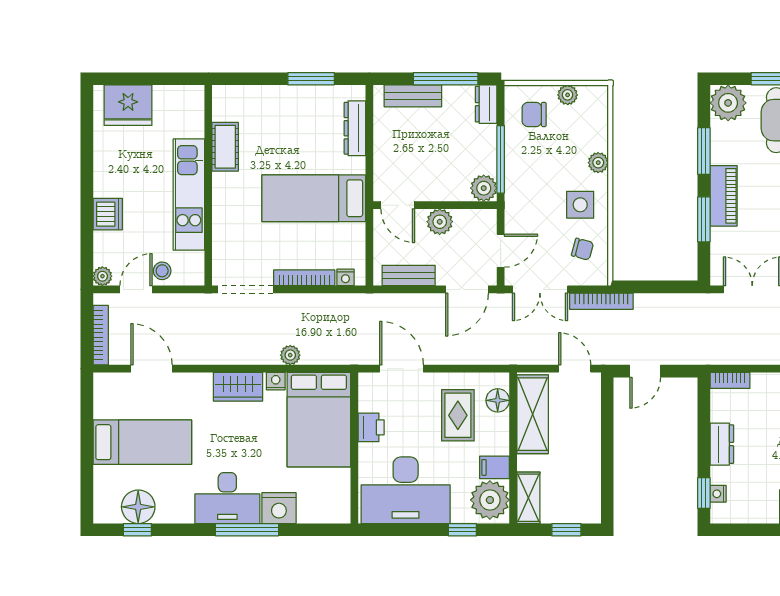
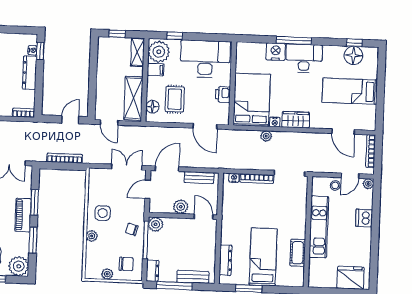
bed: (314, 198) -> (263, 257), moved, turned -90
chair: (583, 249) -> (132, 229), moved
bookcase: (601, 301) -> (65, 158), moved
dresser: (722, 444) -> (30, 73), width x1.44

